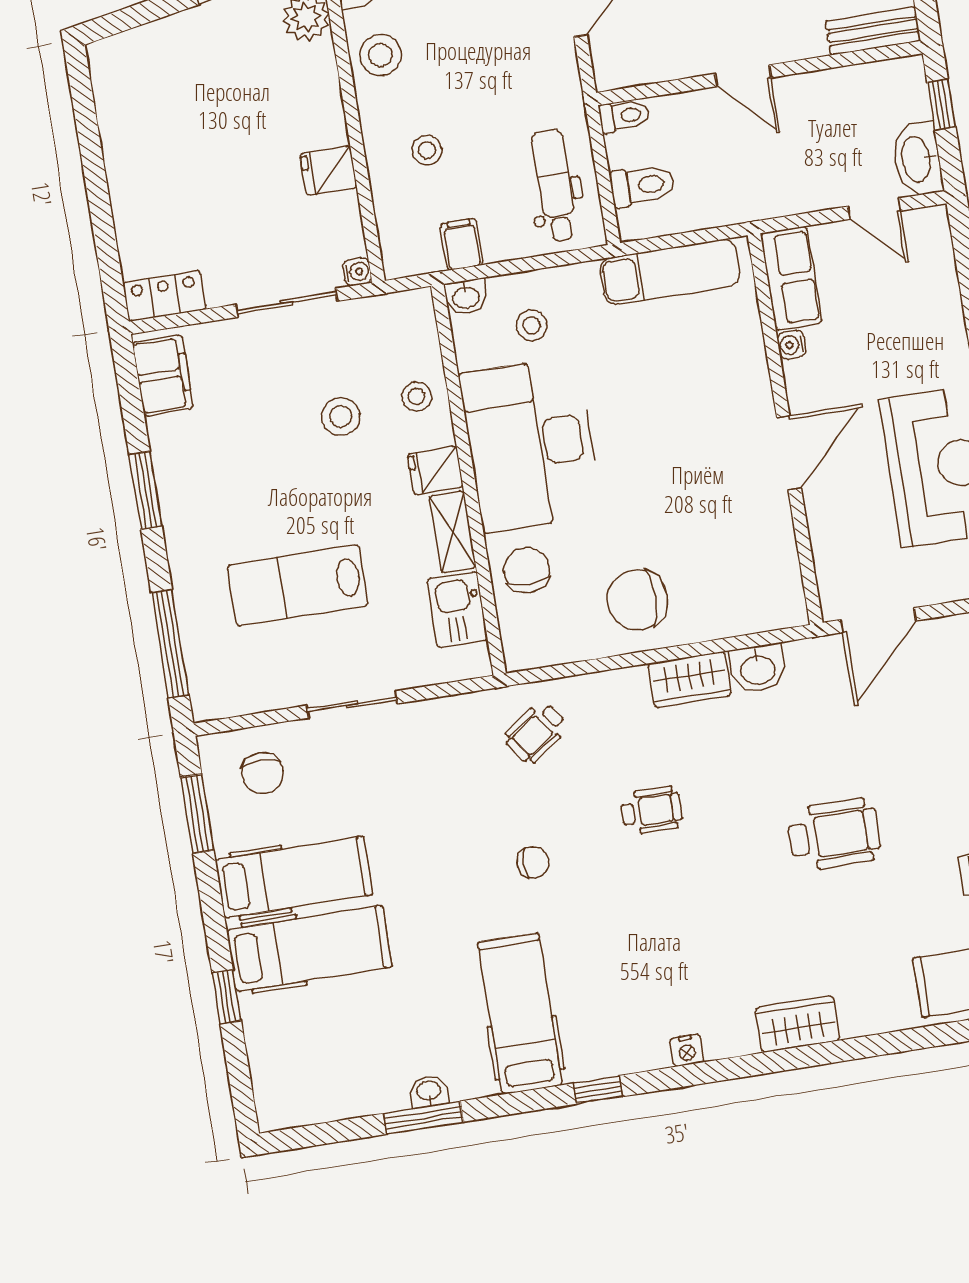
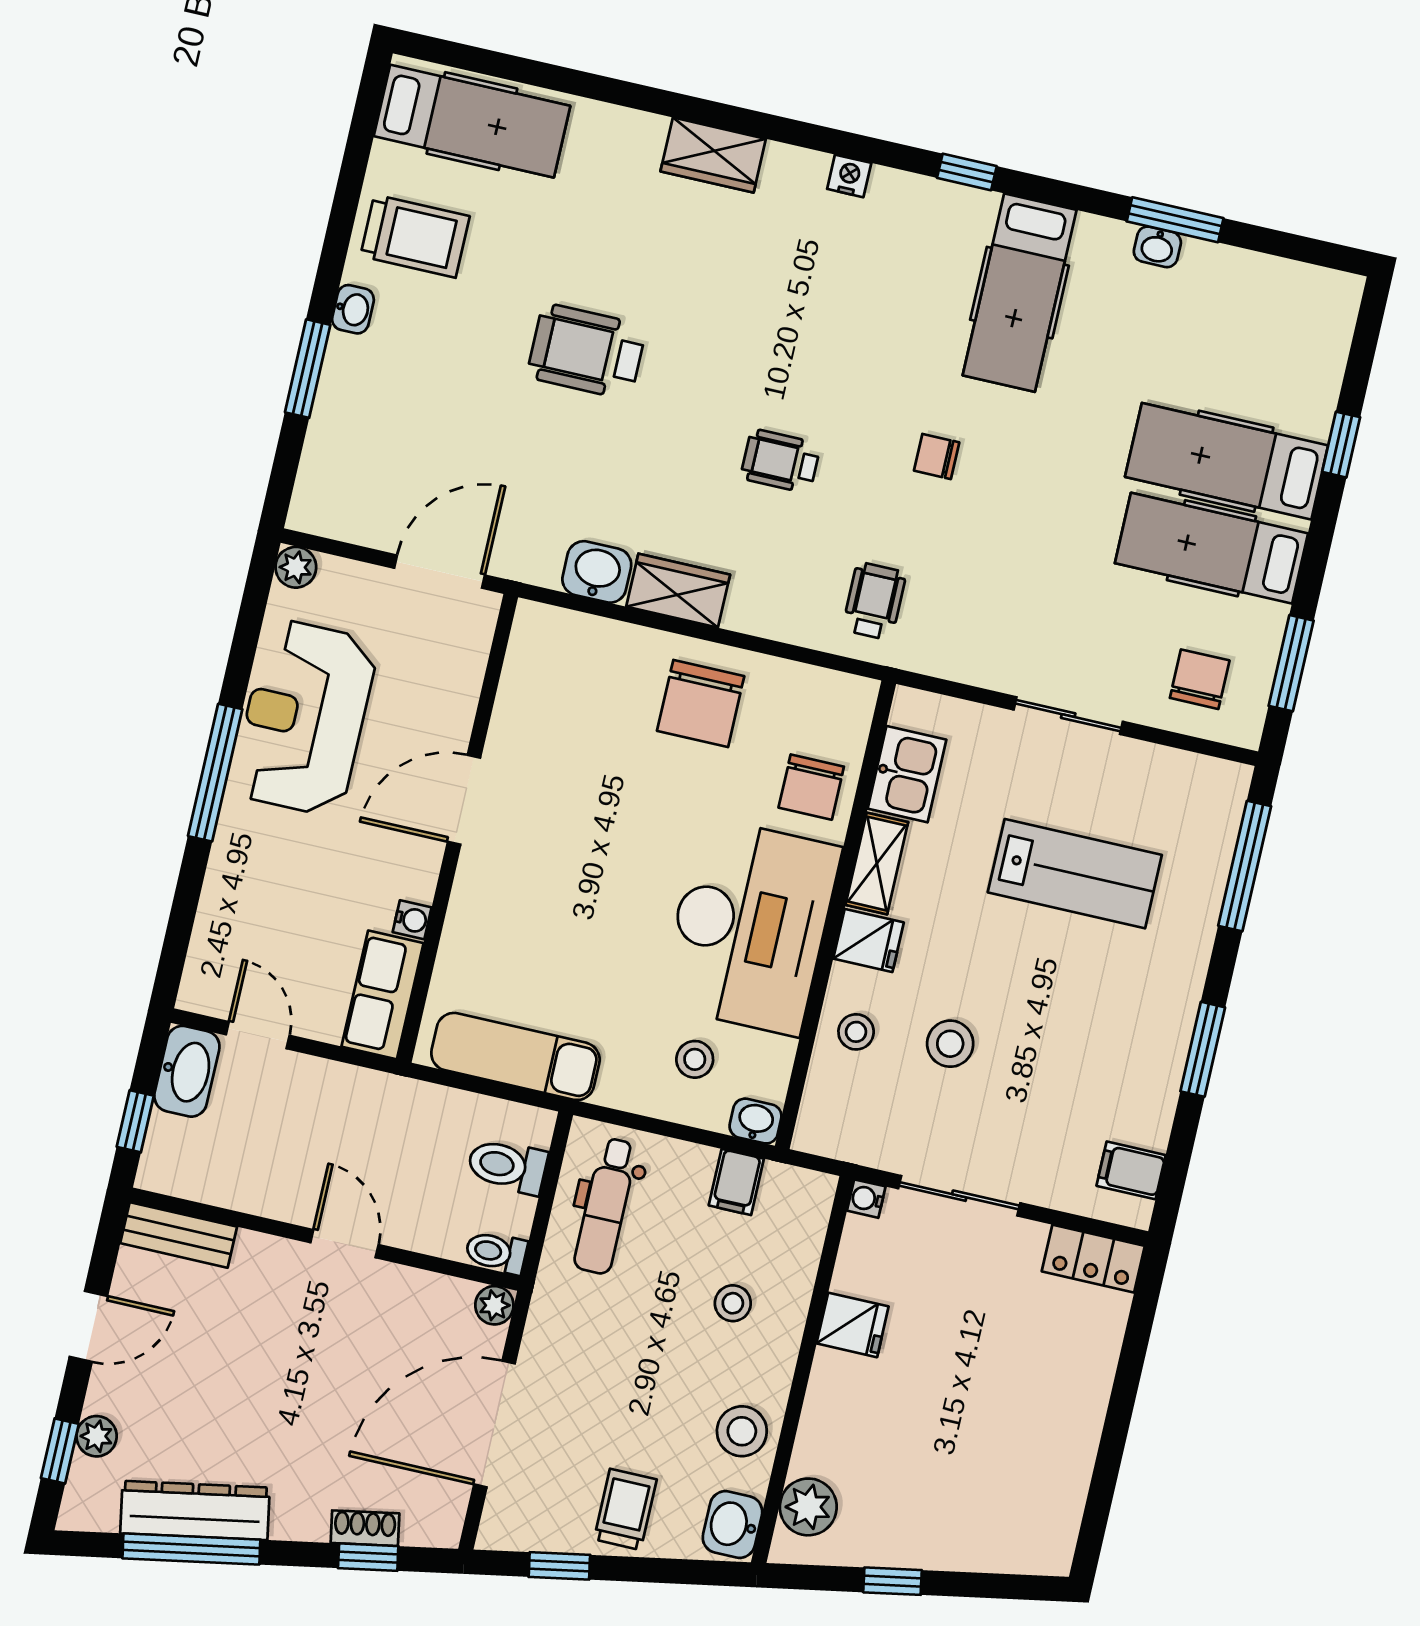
plant: (609, 75) -> (494, 1305), added
filing cabinet: (163, 375) -> (1131, 1170), width x0.50
chair: (637, 600) -> (701, 704), turned 90
wheelchair: (536, 732) -> (874, 601), turned -55

